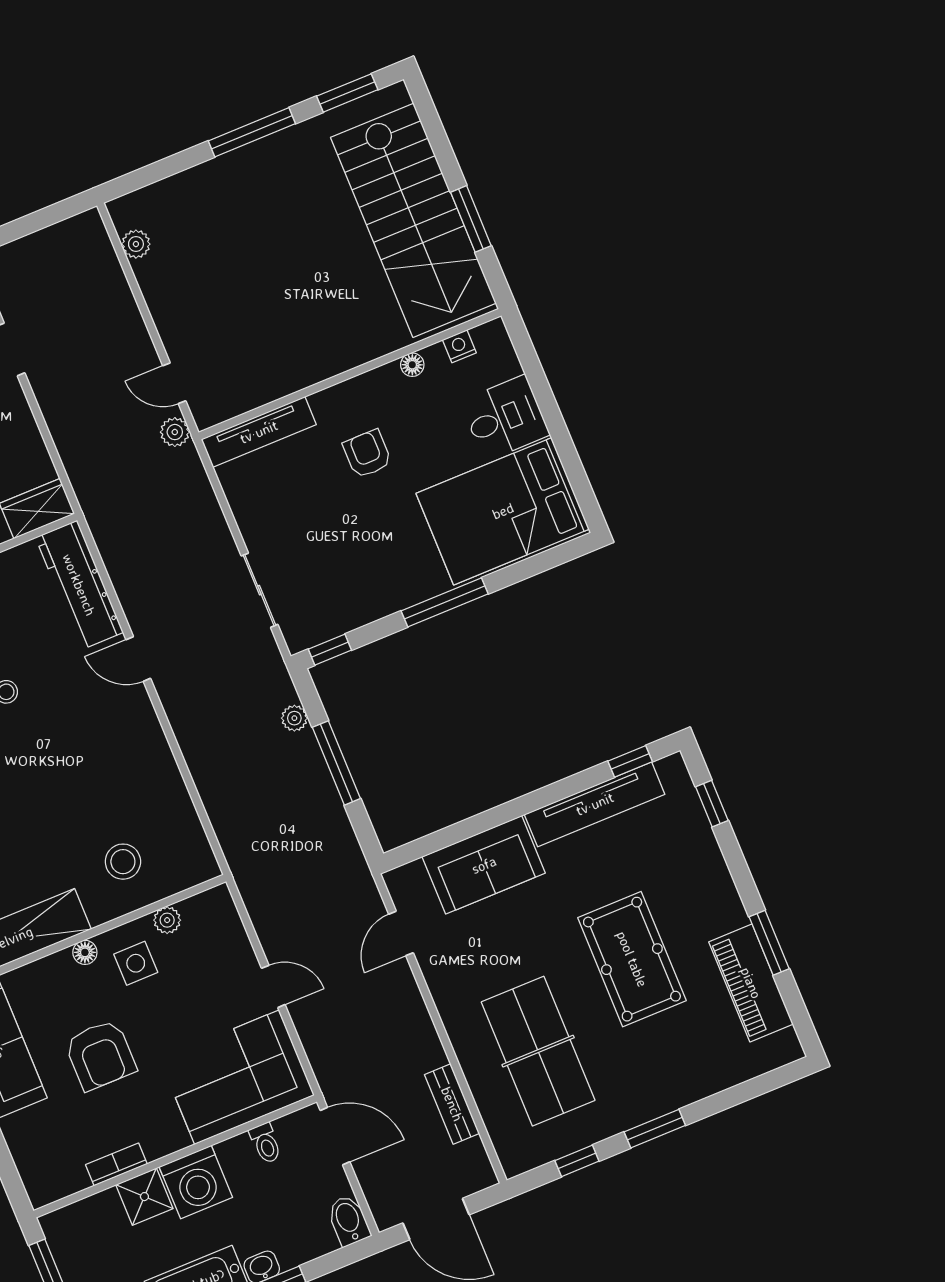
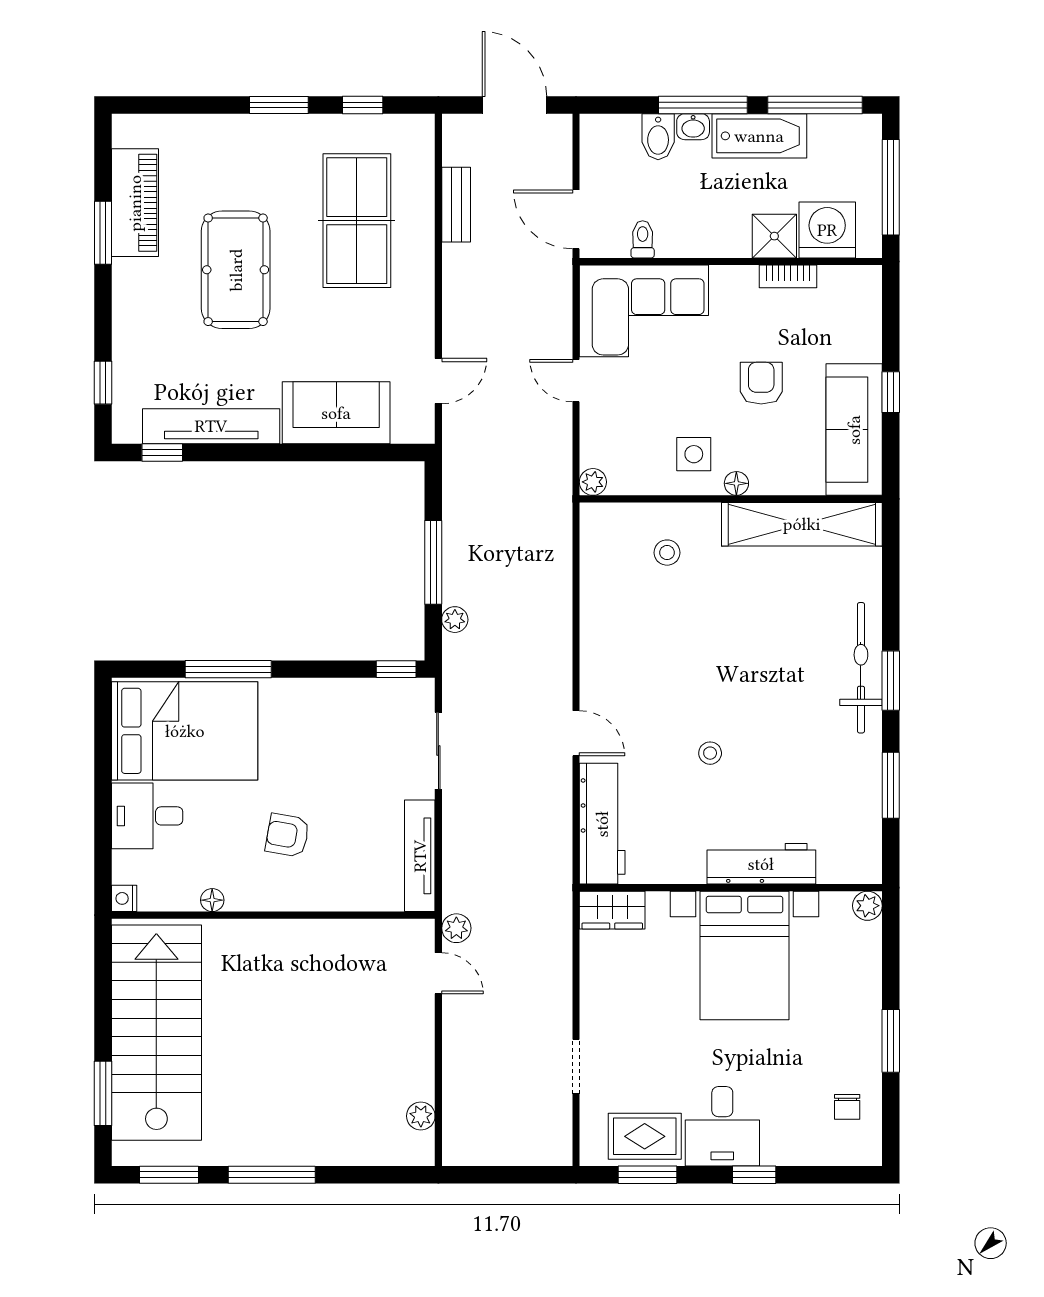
window: (471, 219) -> (103, 1093), moved
nightstand: (459, 346) -> (124, 898), moved, turned 90
tv unit: (259, 432) -> (420, 856), moved, turned -90
armchair: (367, 454) -> (287, 835), turned 100
window: (445, 602) -> (228, 669), moved
stool: (123, 862) -> (667, 553), width x0.73, depth x0.73
plant: (167, 920) -> (593, 482), moved
armchair: (100, 1055) -> (761, 383), width x0.72, depth x0.72
washing machine: (196, 1182) -> (827, 230), moved
bidet: (349, 1220) -> (658, 137), moved

